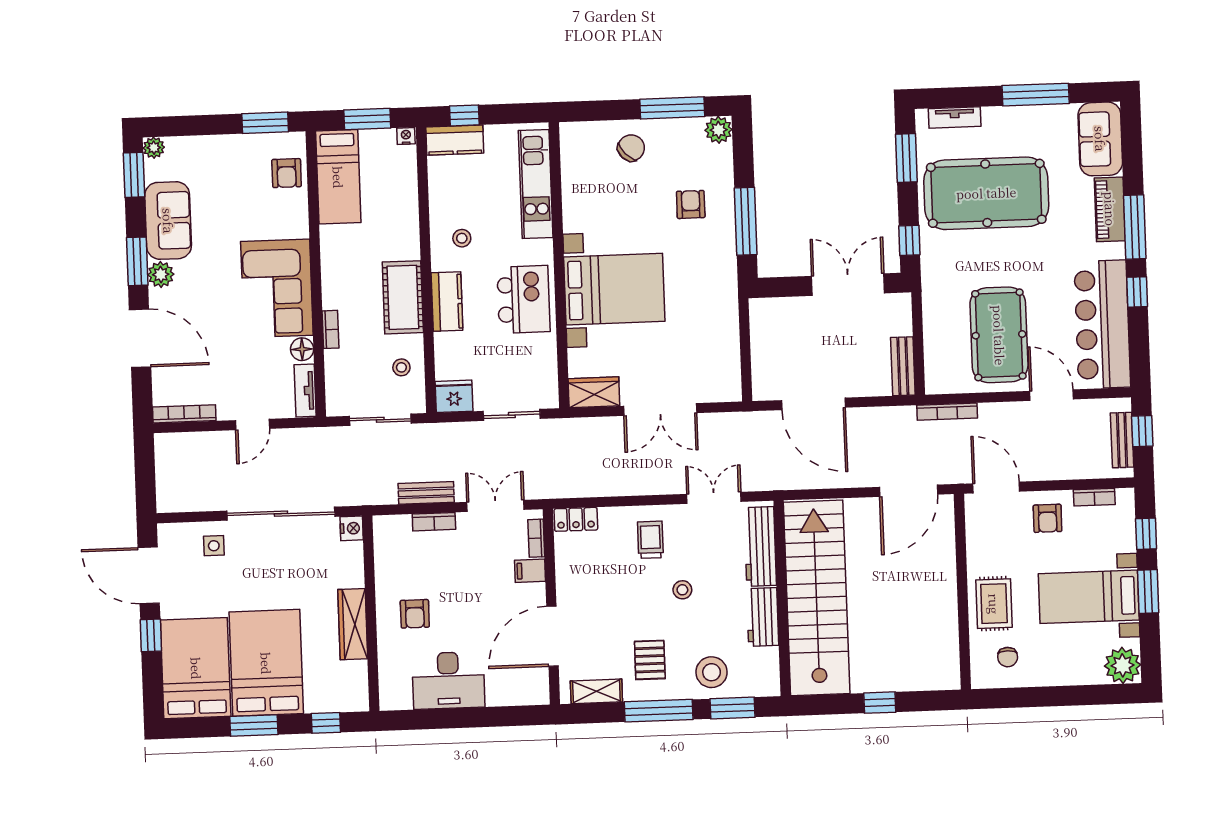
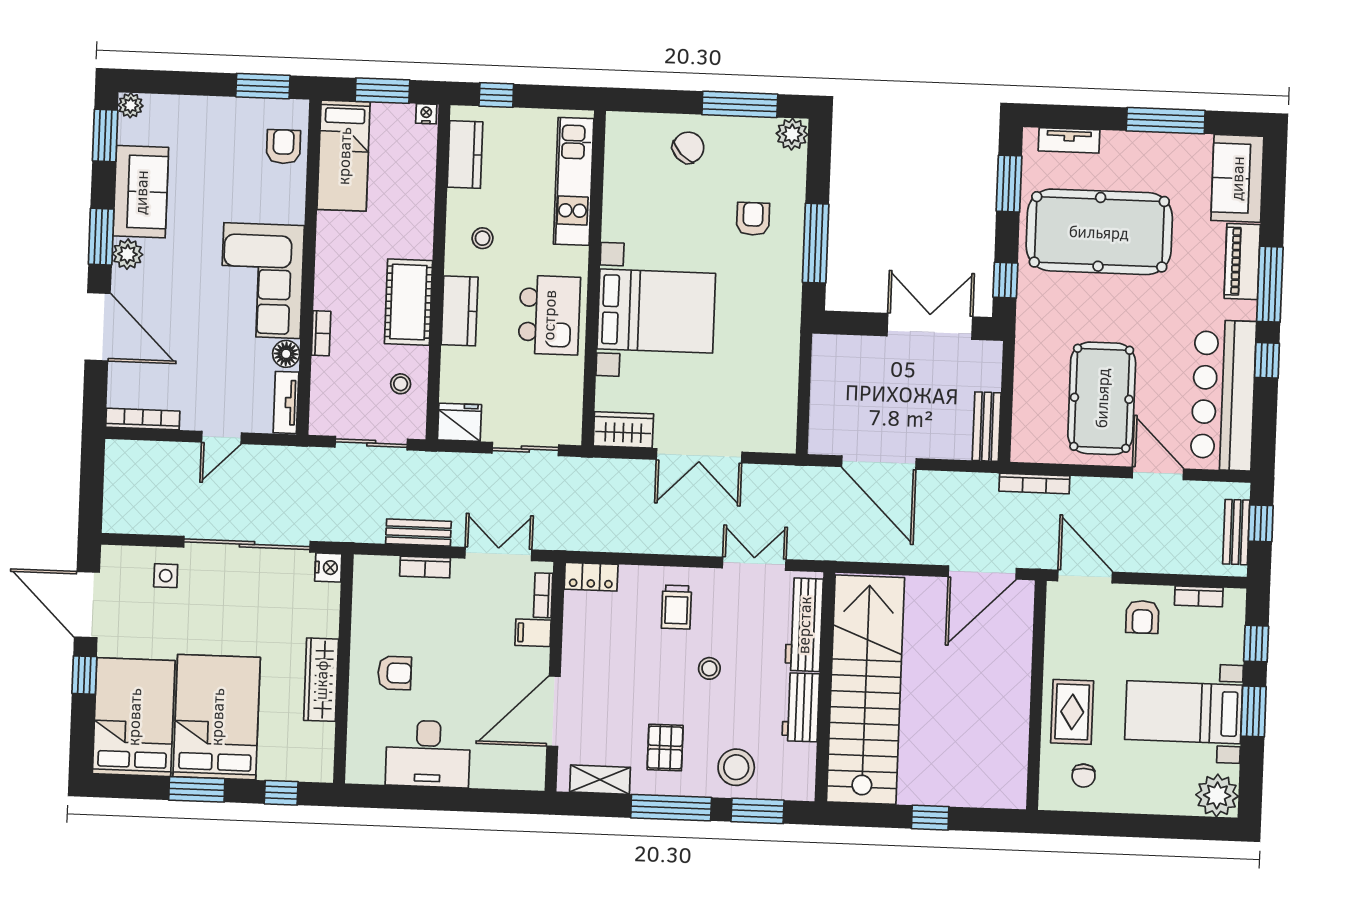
kitchen counter: (455, 140) -> (465, 155), moved, turned -90
armchair: (287, 173) -> (283, 147), turned 180
trolley: (650, 540) -> (676, 607), turned 180
armchair: (415, 614) -> (395, 673), turned -90

